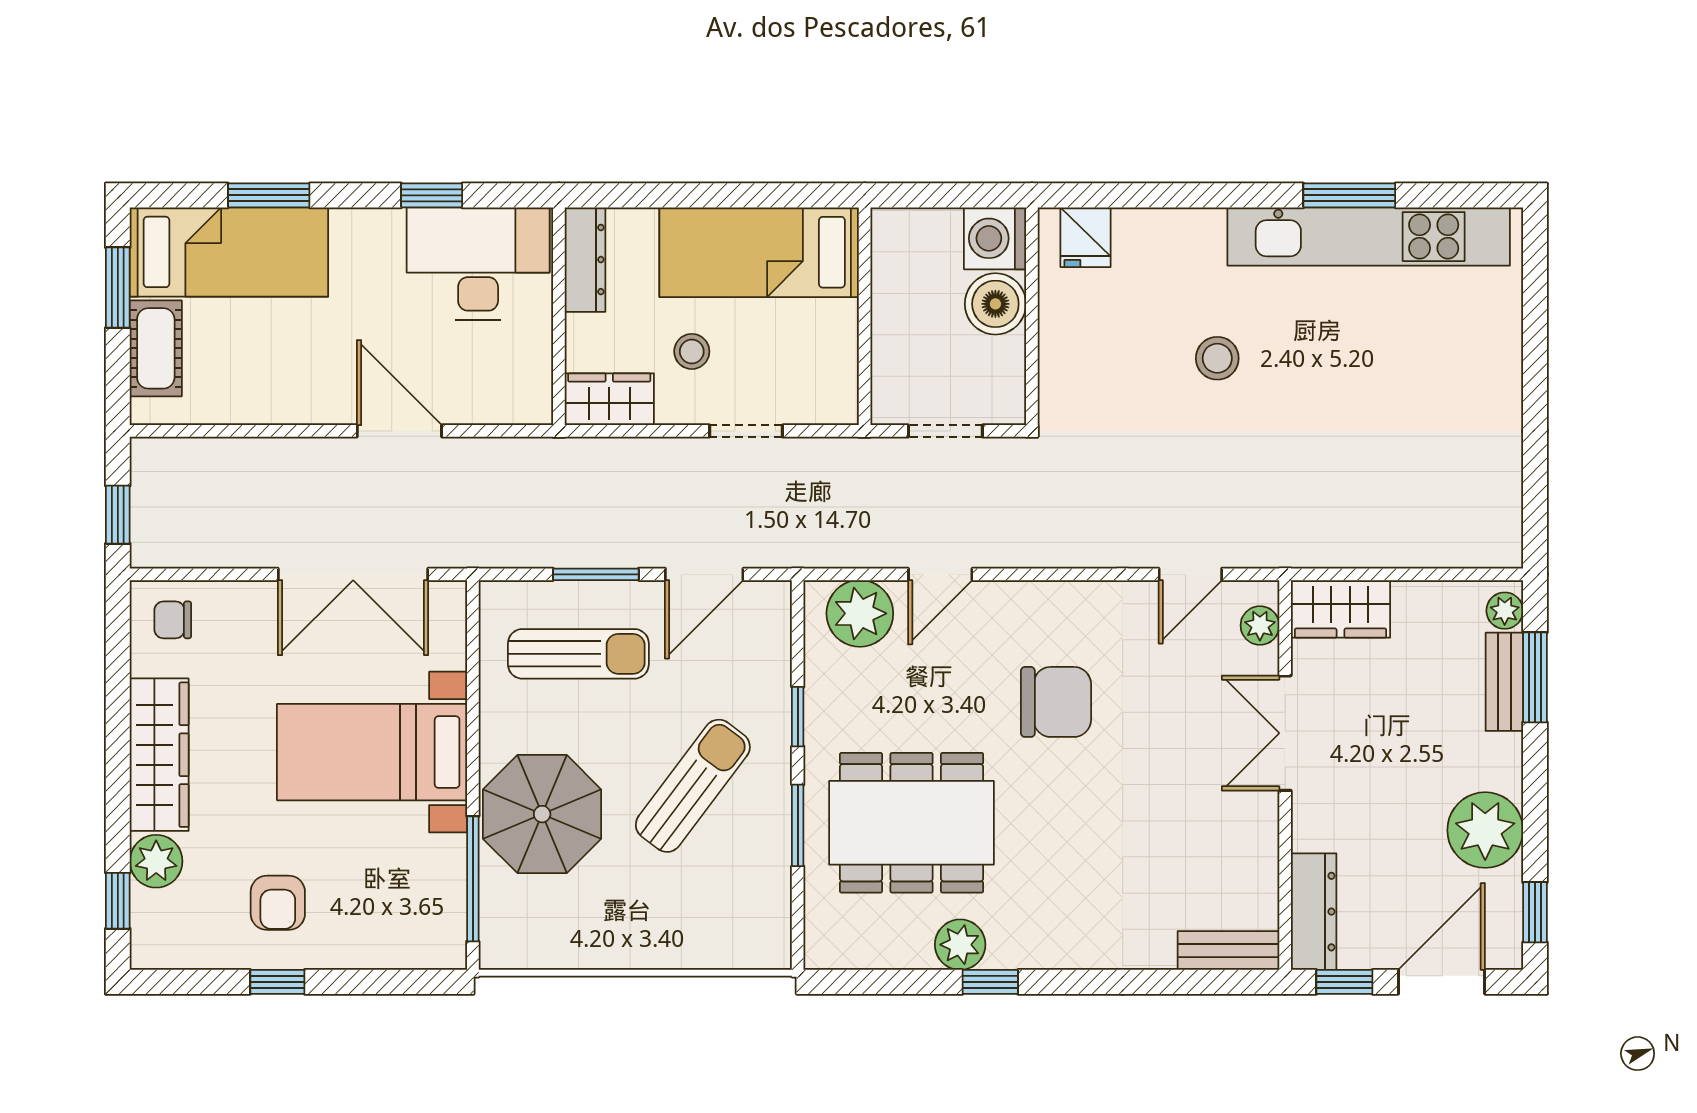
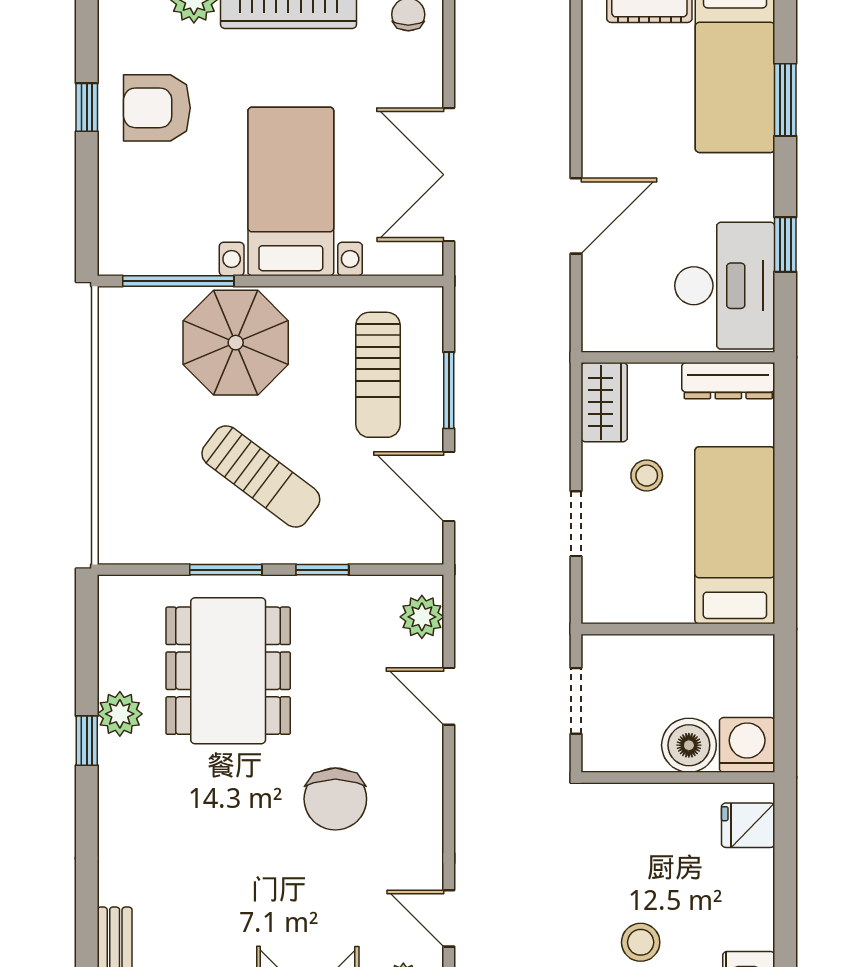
plant: (860, 613) -> (422, 617), width x0.73, depth x0.73
armchair: (278, 903) -> (157, 108), width x1.38, depth x1.38

